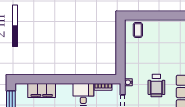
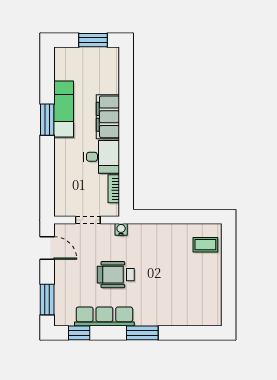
filing cabinet: (42, 90) -> (108, 117), moved

